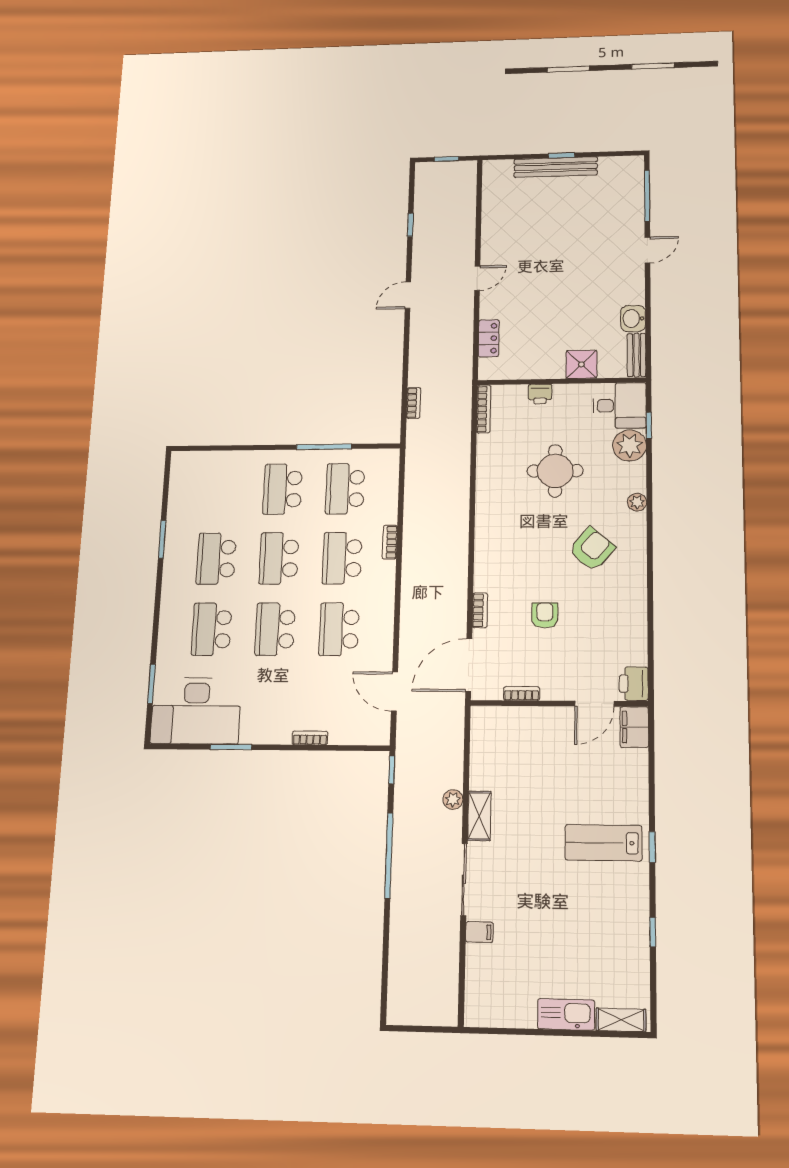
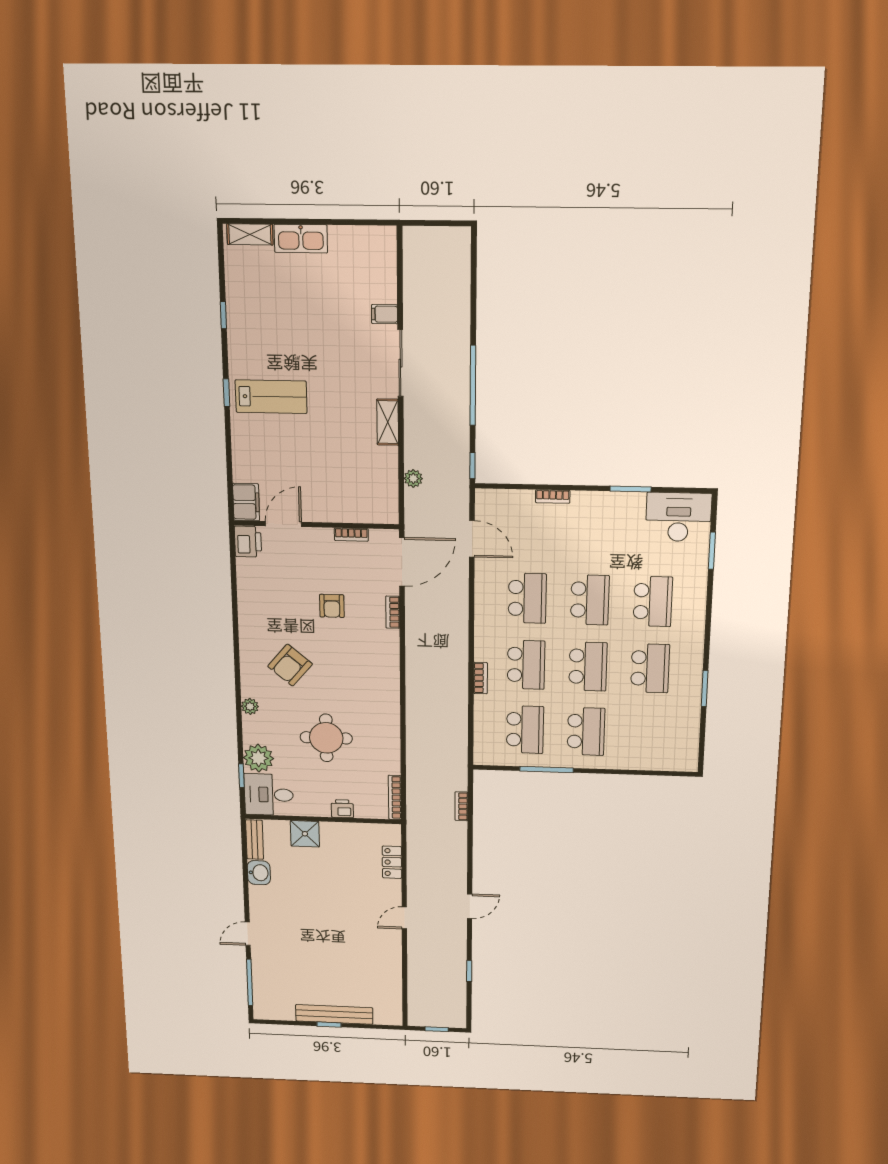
desk: (196, 711) -> (679, 517), width x0.73, depth x0.77
plant: (453, 800) -> (413, 478), moved

